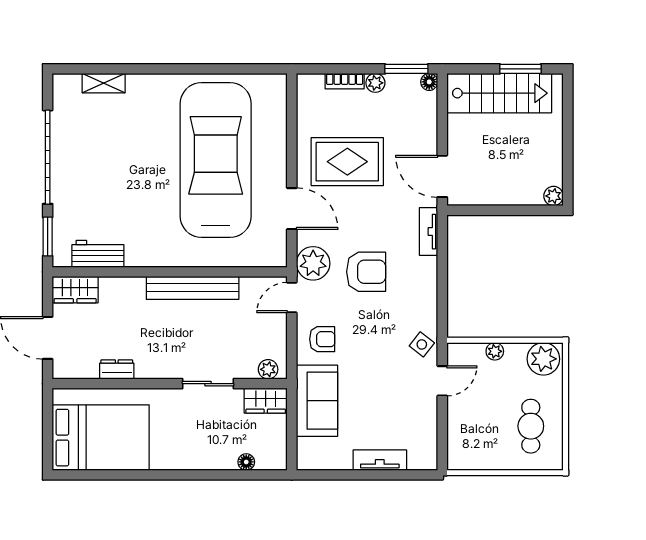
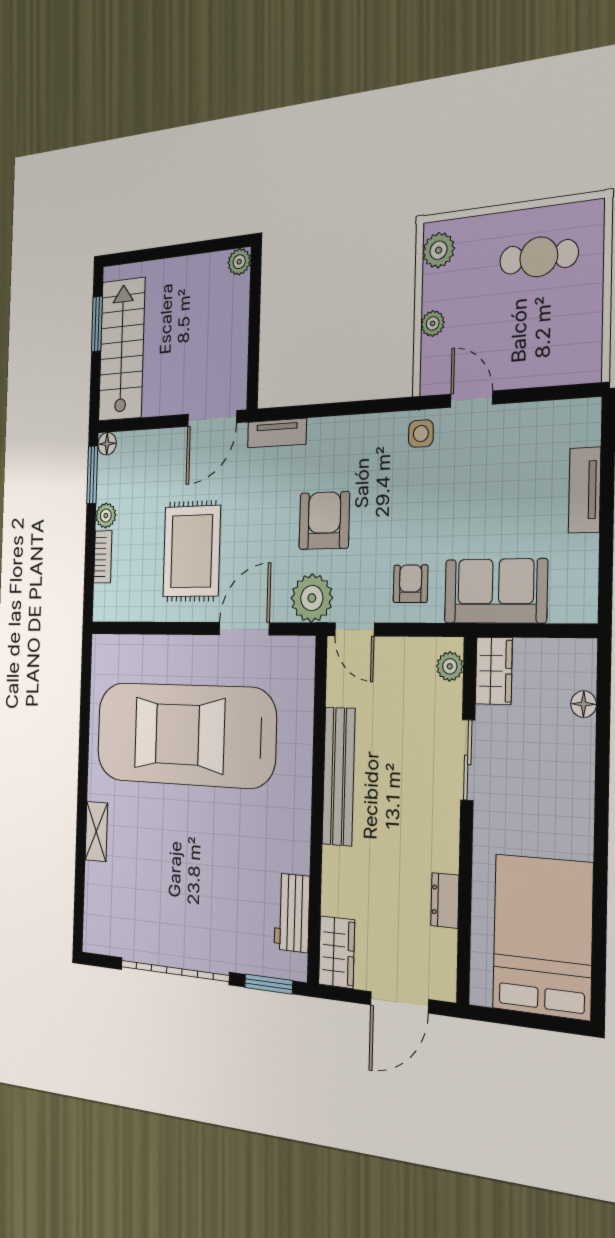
shelving: (104, 83) -> (96, 831), moved
side table: (422, 344) -> (421, 434), turned -38
plant: (543, 359) -> (439, 250), width x0.73, depth x0.73

